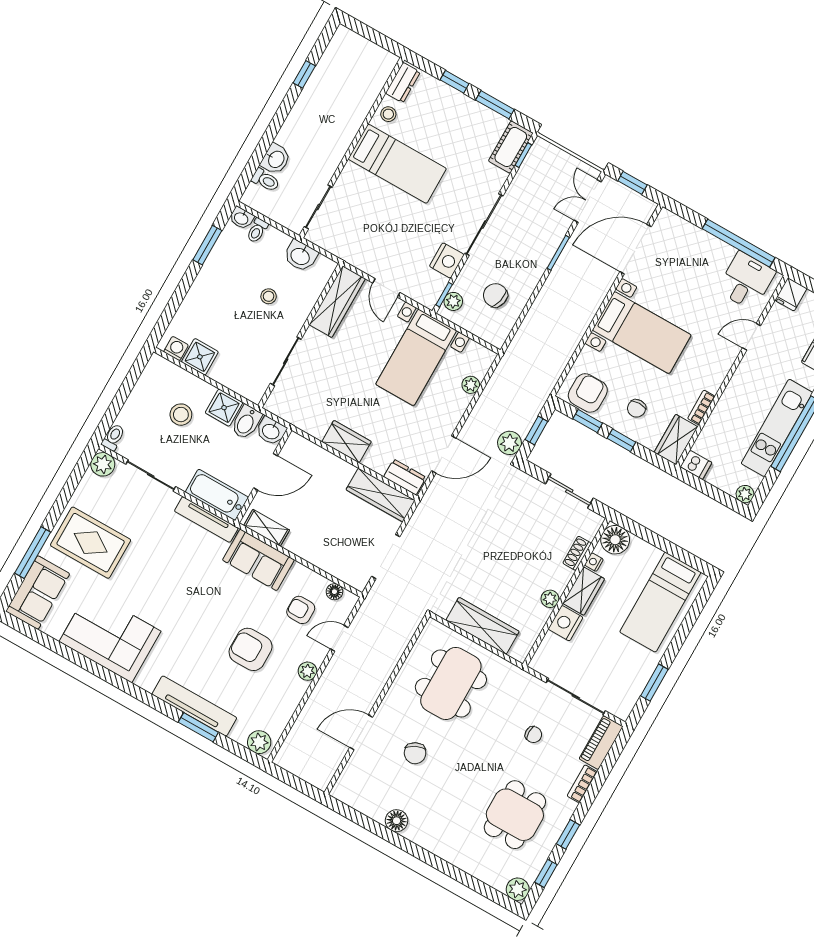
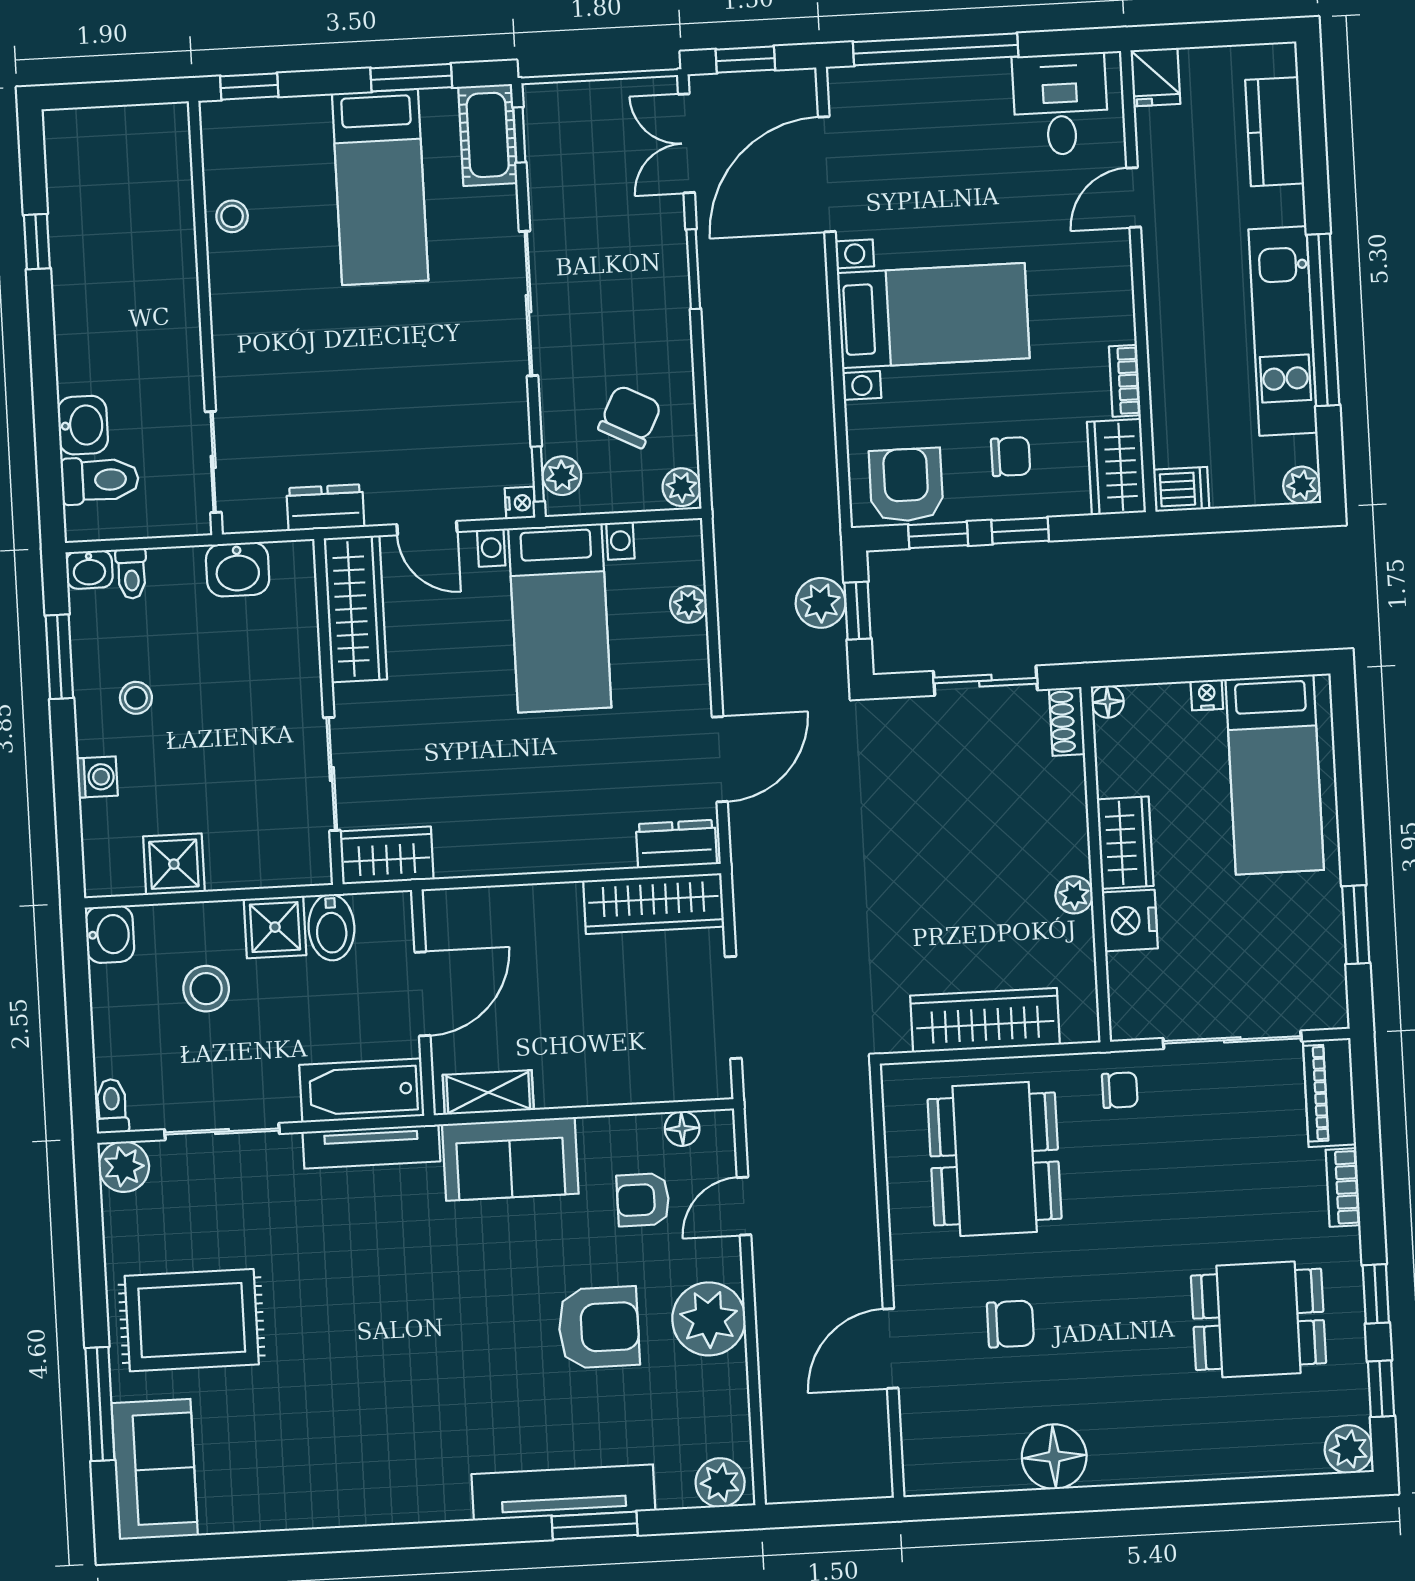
window: (455, 82) -> (249, 86), moved
dresser: (403, 83) -> (325, 508), moved, turned -90
bed: (397, 164) -> (380, 187), moved, turned 90
toilet: (266, 180) -> (100, 480), width x1.37, depth x1.39
window: (739, 243) -> (936, 49), moved
nightstand: (447, 260) -> (520, 503), moved, width x0.53, depth x0.56
chair: (495, 295) -> (630, 417), turned 104
stool: (269, 296) -> (136, 698), moved
plant: (498, 336) -> (681, 487), added
washing machine: (176, 349) -> (97, 777), moved, turned 90
chair: (637, 408) -> (1011, 457), turned -90
washbasin: (271, 431) -> (110, 934), moved, turned -90
wardrobe: (346, 442) -> (387, 855), moved
plant: (510, 443) -> (821, 603), moved
floor lamp: (615, 540) -> (1108, 702), width x0.53, depth x0.53
shoe rack: (577, 553) -> (1067, 721), moved
nightstand: (594, 562) -> (1207, 695), moved, turned 90
corner sofa: (110, 636) -> (333, 1465), removed
armchair: (251, 649) -> (599, 1327), turned 180
plant: (307, 671) -> (709, 1319), width x1.87, depth x1.87
chair: (533, 735) -> (1120, 1090), moved
chair: (415, 753) -> (1010, 1324), turned -64
dining table: (515, 815) -> (1259, 1319), turned 90
floor lamp: (397, 821) -> (1054, 1457), width x1.38, depth x1.38

